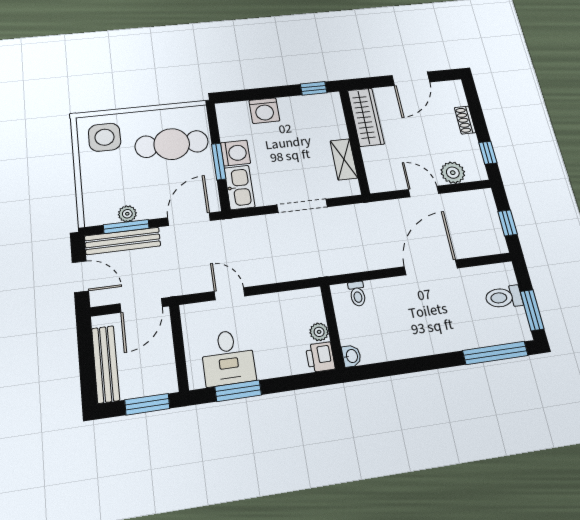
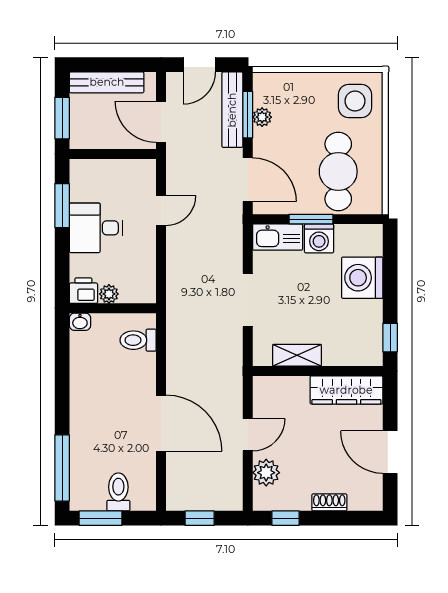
washing machine: (264, 111) -> (362, 278), width x1.37, depth x1.37
toilet: (357, 294) -> (138, 340), width x1.37, depth x1.39
desk: (228, 358) -> (96, 228), moved

